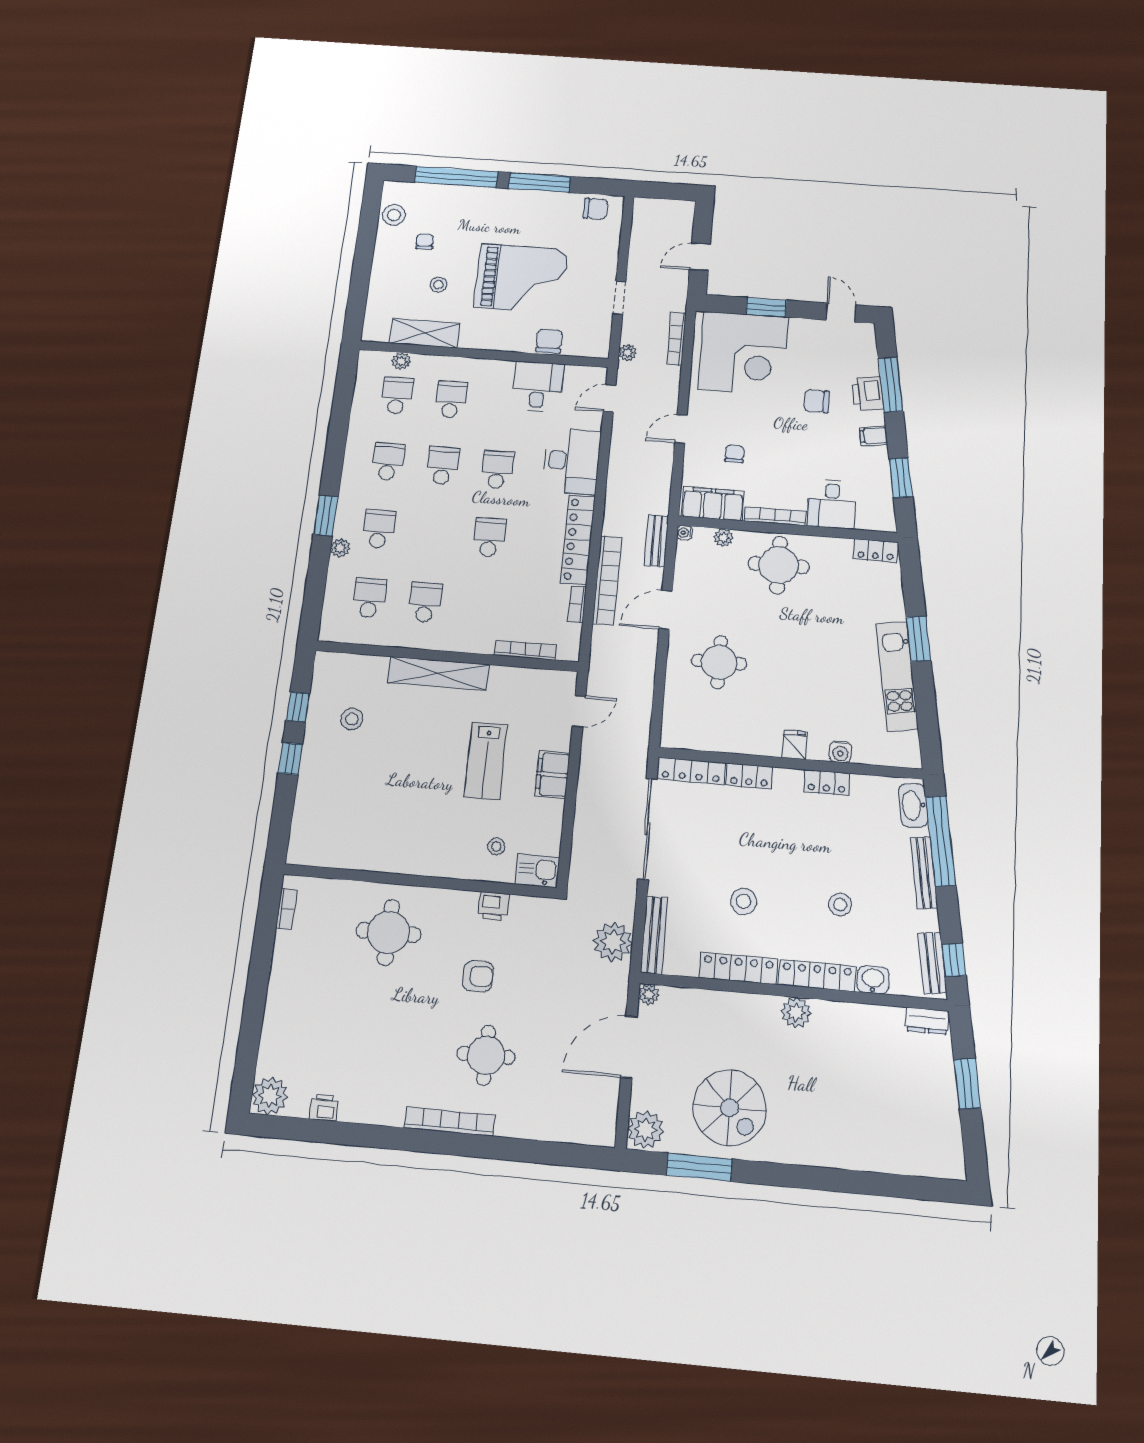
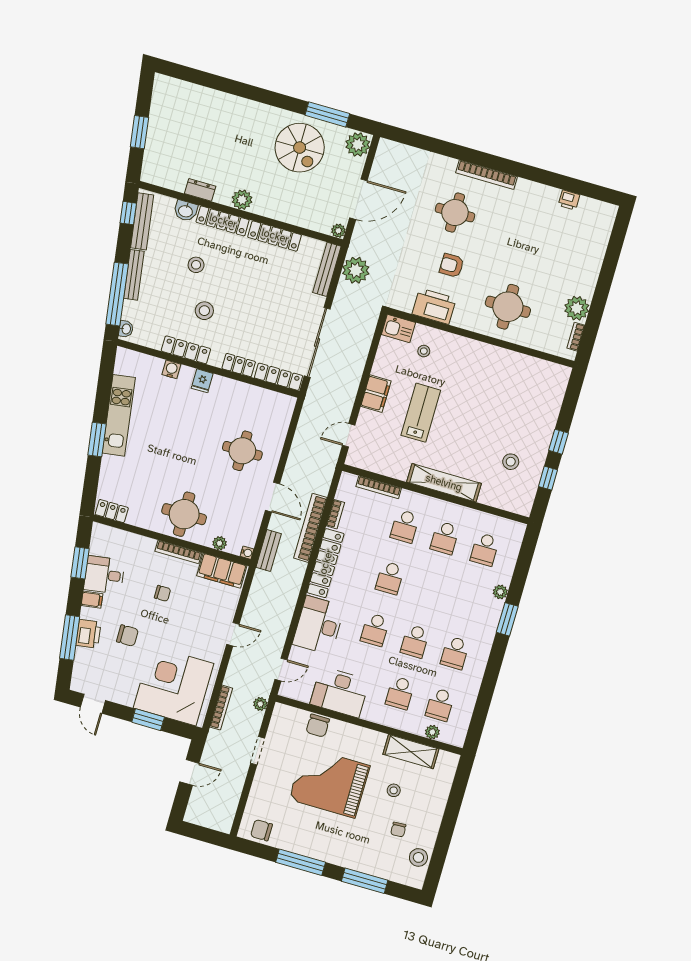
window: (456, 177) -> (365, 881), width x0.68
desk: (538, 387) -> (340, 692), width x1.37
chair: (734, 454) -> (163, 593), moved, turned -90
desk: (832, 504) -> (104, 575), moved, turned -98
school desk: (379, 529) -> (405, 526), moved
door: (666, 610) -> (272, 497), hinge flipped
locker: (827, 783) -> (186, 350), width x1.53
washbasin: (913, 805) -> (126, 329), width x0.52, depth x0.69
stool: (744, 901) -> (204, 311), moved
printer: (494, 906) -> (434, 306), width x1.87, depth x1.48
bench: (932, 963) -> (142, 221), width x1.36
dresser: (927, 1021) -> (200, 190), moved
plant: (270, 1096) -> (577, 308), moved
spiral stairs: (730, 1108) -> (300, 148), turned 180

